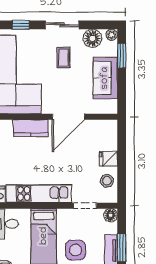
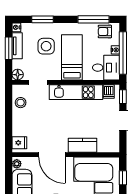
plant: (112, 106) -> (17, 164), added
door: (68, 117) -> (52, 155), swing flipped
fridge: (108, 159) -> (19, 143), moved

